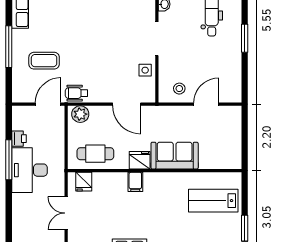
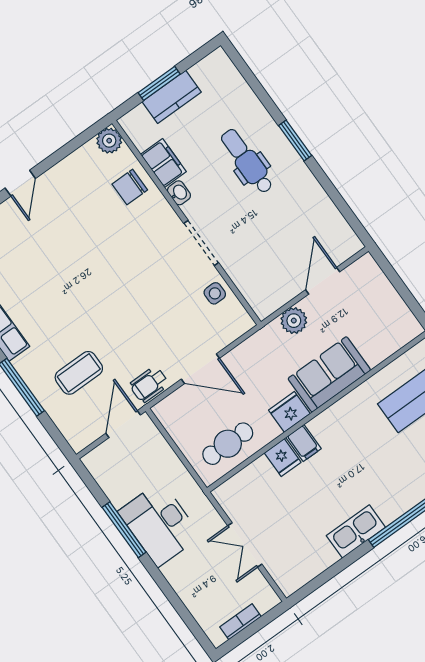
window: (245, 38) -> (295, 140), moved
stool: (179, 89) -> (274, 286), removed
door: (127, 104) -> (200, 369), moved
plant: (80, 114) -> (294, 321), moved
printer: (19, 139) -> (118, 494), removed
fridge: (84, 182) -> (283, 458), moved

